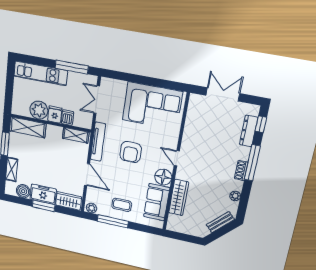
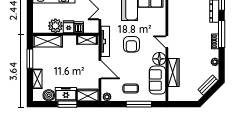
window: (113, 221) -> (139, 104), moved

